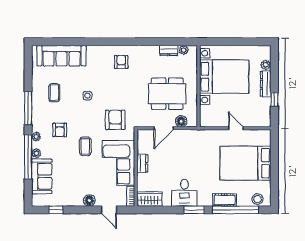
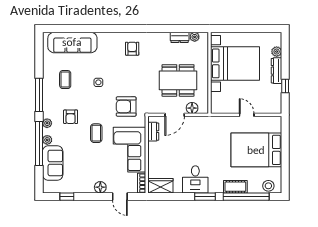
armchair: (115, 120) -> (126, 106), turned -90
dresser: (142, 163) -> (153, 132), moved

